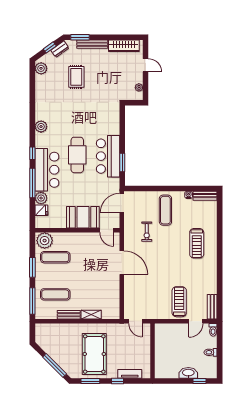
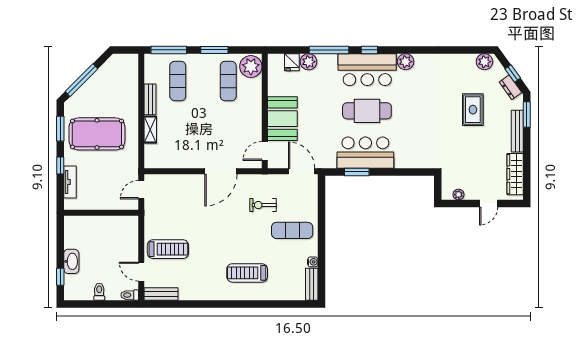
rug: (76, 77) -> (473, 110), turned 90
bar counter: (47, 170) -> (367, 70), moved

